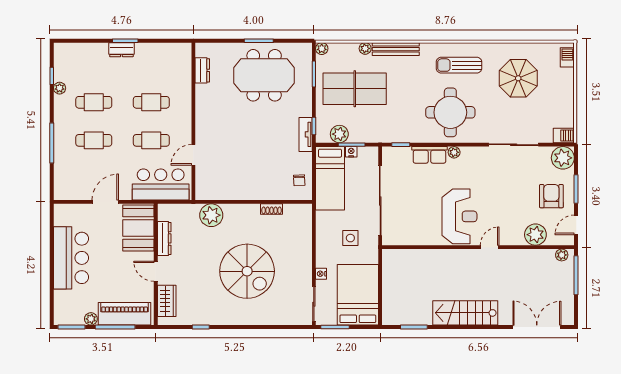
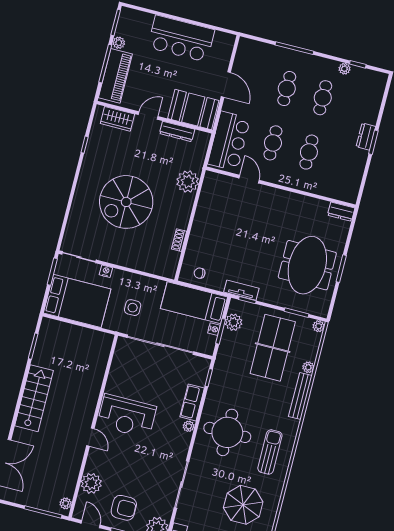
dresser: (202, 70) -> (341, 212), moved

